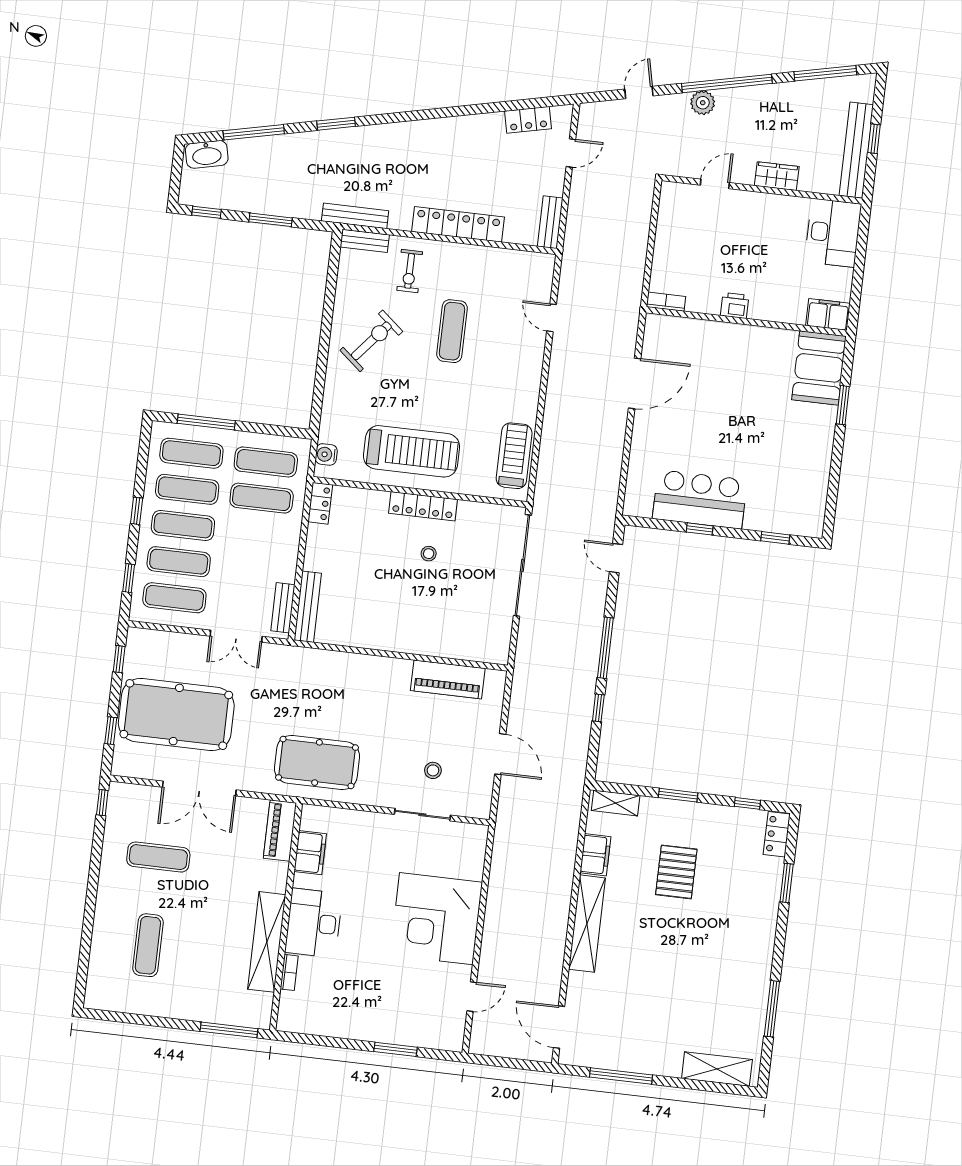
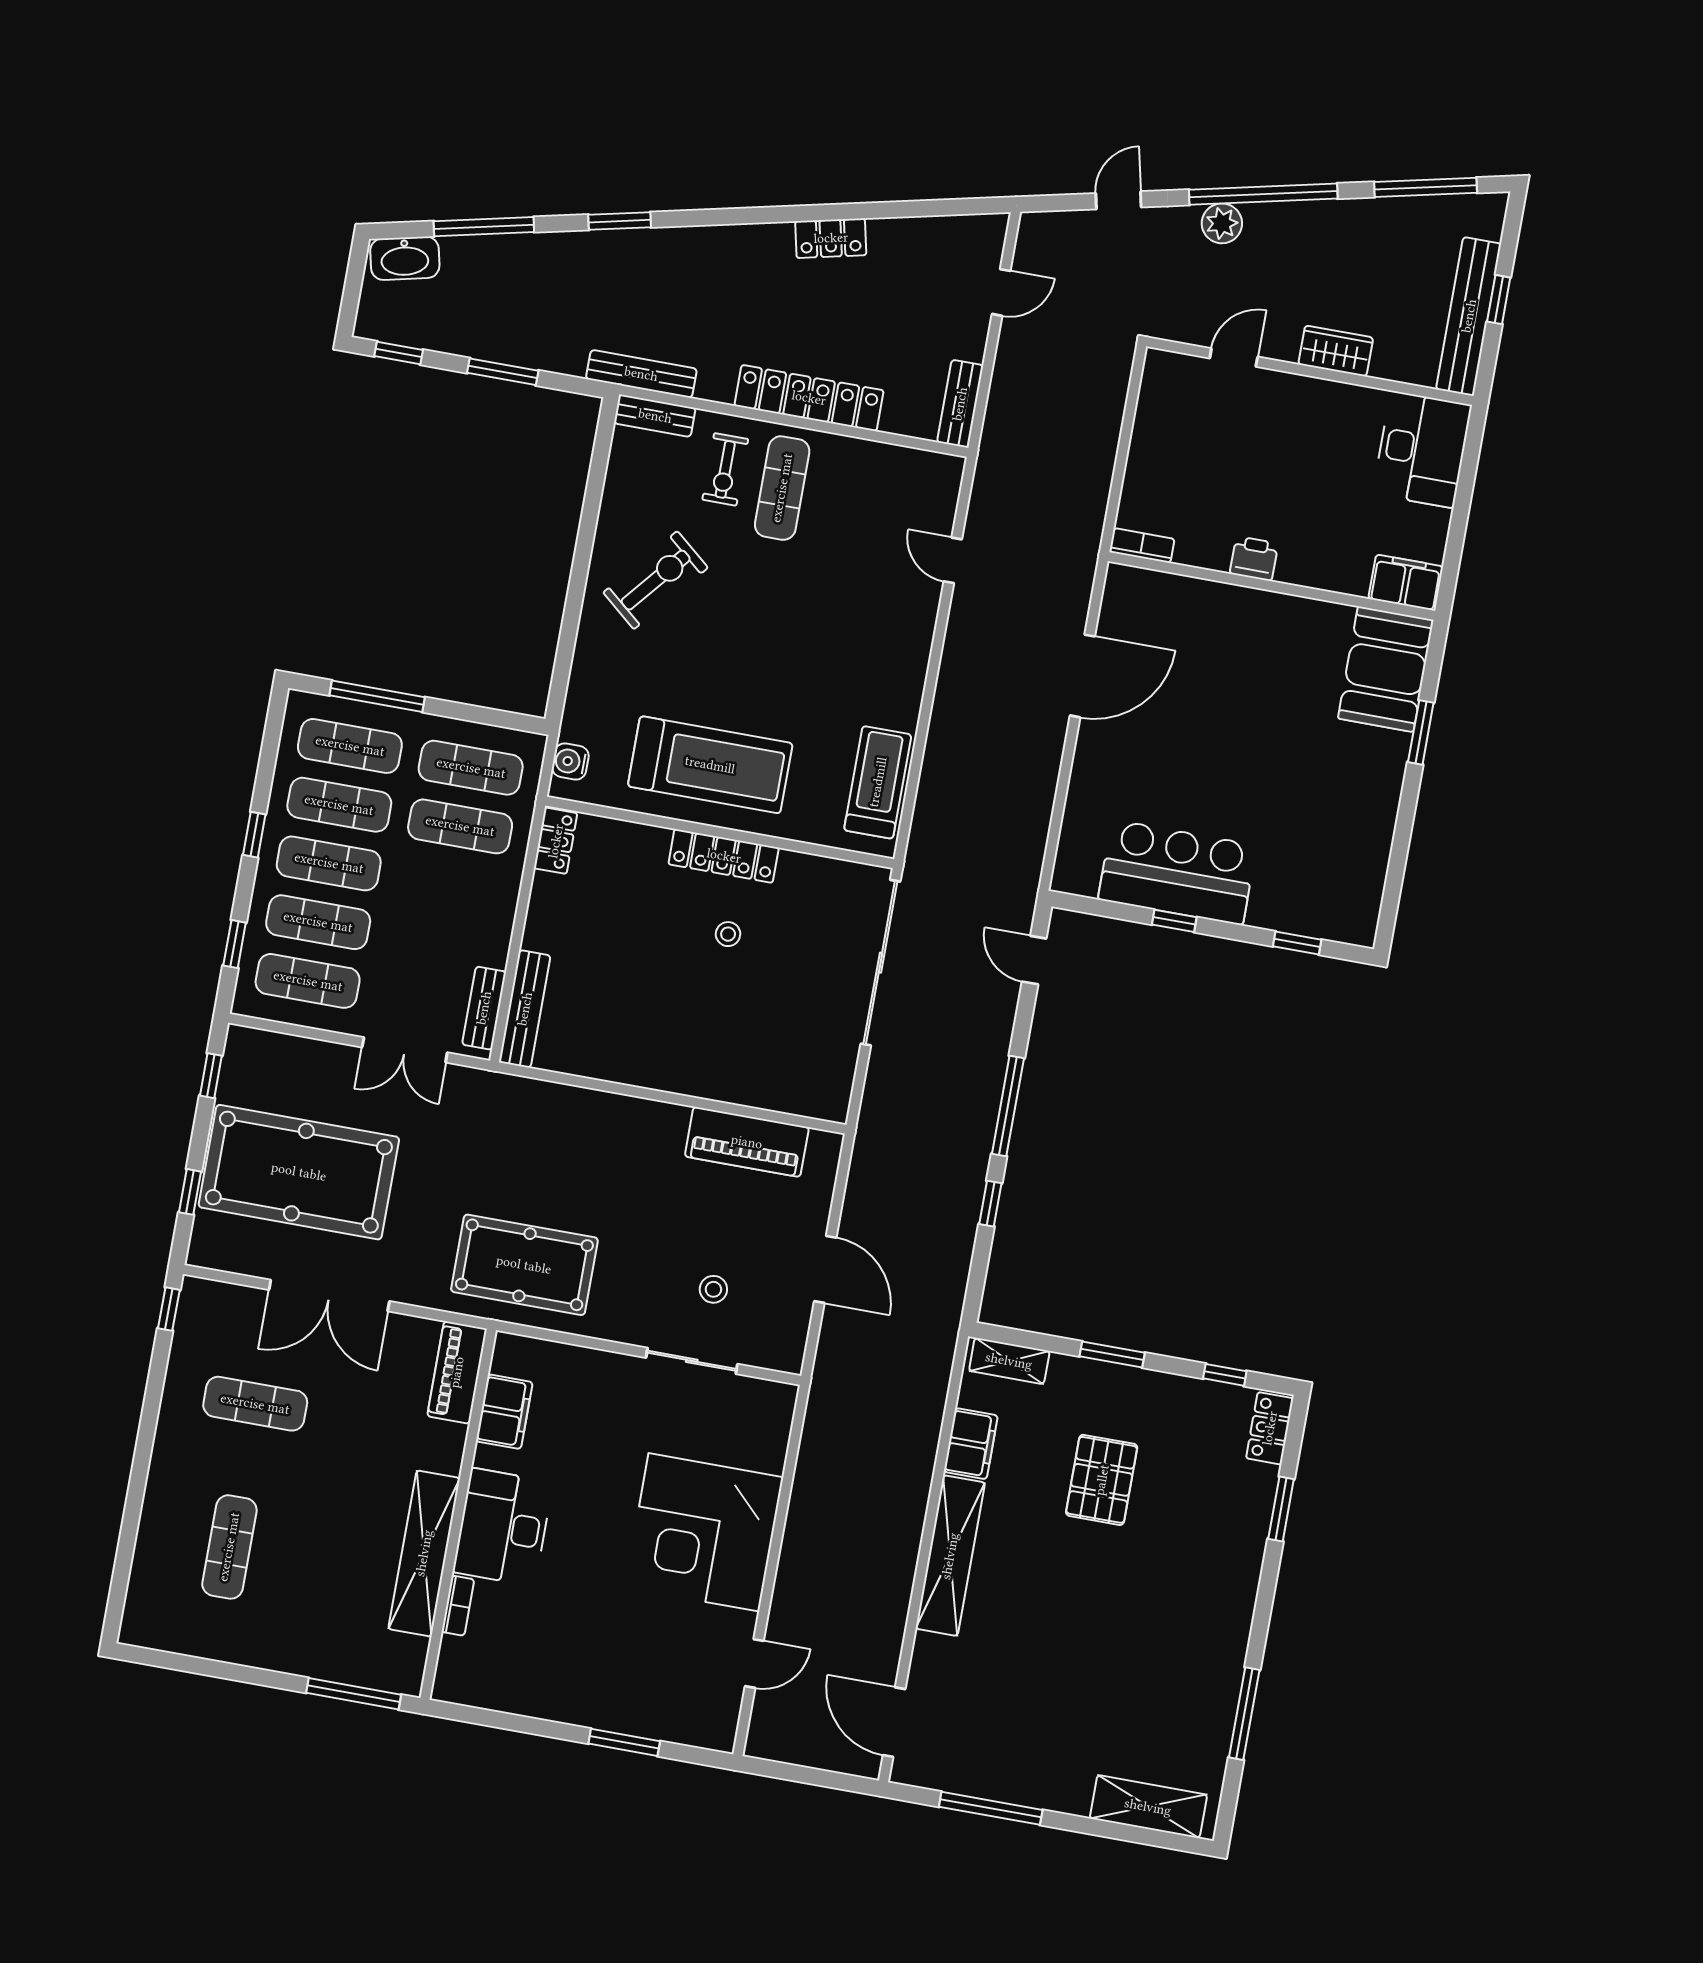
locker: (528, 120) -> (831, 238), moved
exercise mat: (452, 331) -> (782, 488), moved

